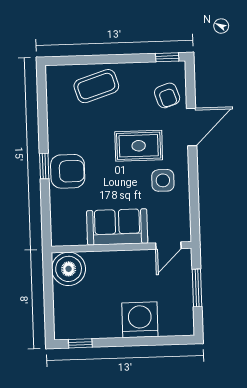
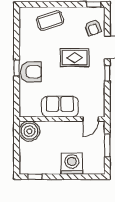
window: (193, 170) -> (107, 73), added
side table: (163, 180) -> (89, 79), removed

